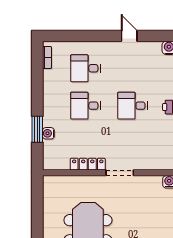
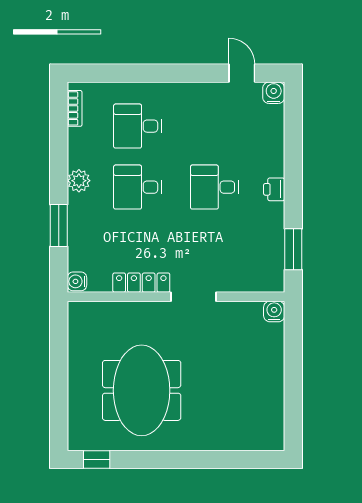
door: (129, 36) -> (242, 73), moved
plant: (50, 102) -> (79, 181), added
water cooler: (48, 133) -> (77, 281), moved

